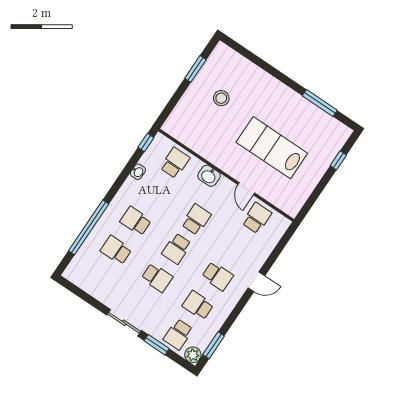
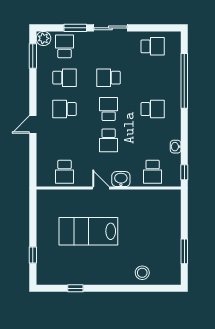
stool: (221, 98) -> (142, 273), moved
window: (320, 103) -> (75, 288), width x0.46
lab bench: (272, 148) -> (88, 231), turned 180
door: (246, 189) -> (101, 188), moved
school desk: (116, 250) -> (153, 46), moved

